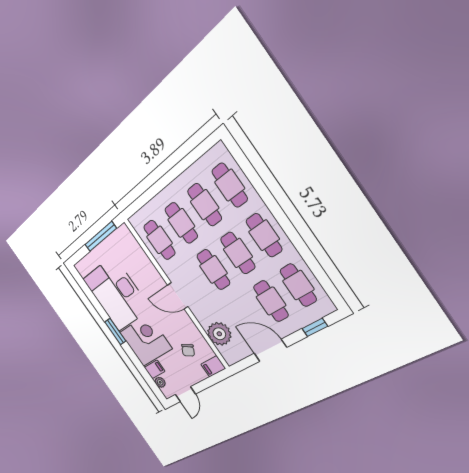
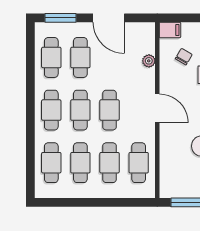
window: (315, 327) -> (60, 18), width x1.50
plant: (219, 334) -> (149, 61), width x0.53, depth x0.53

